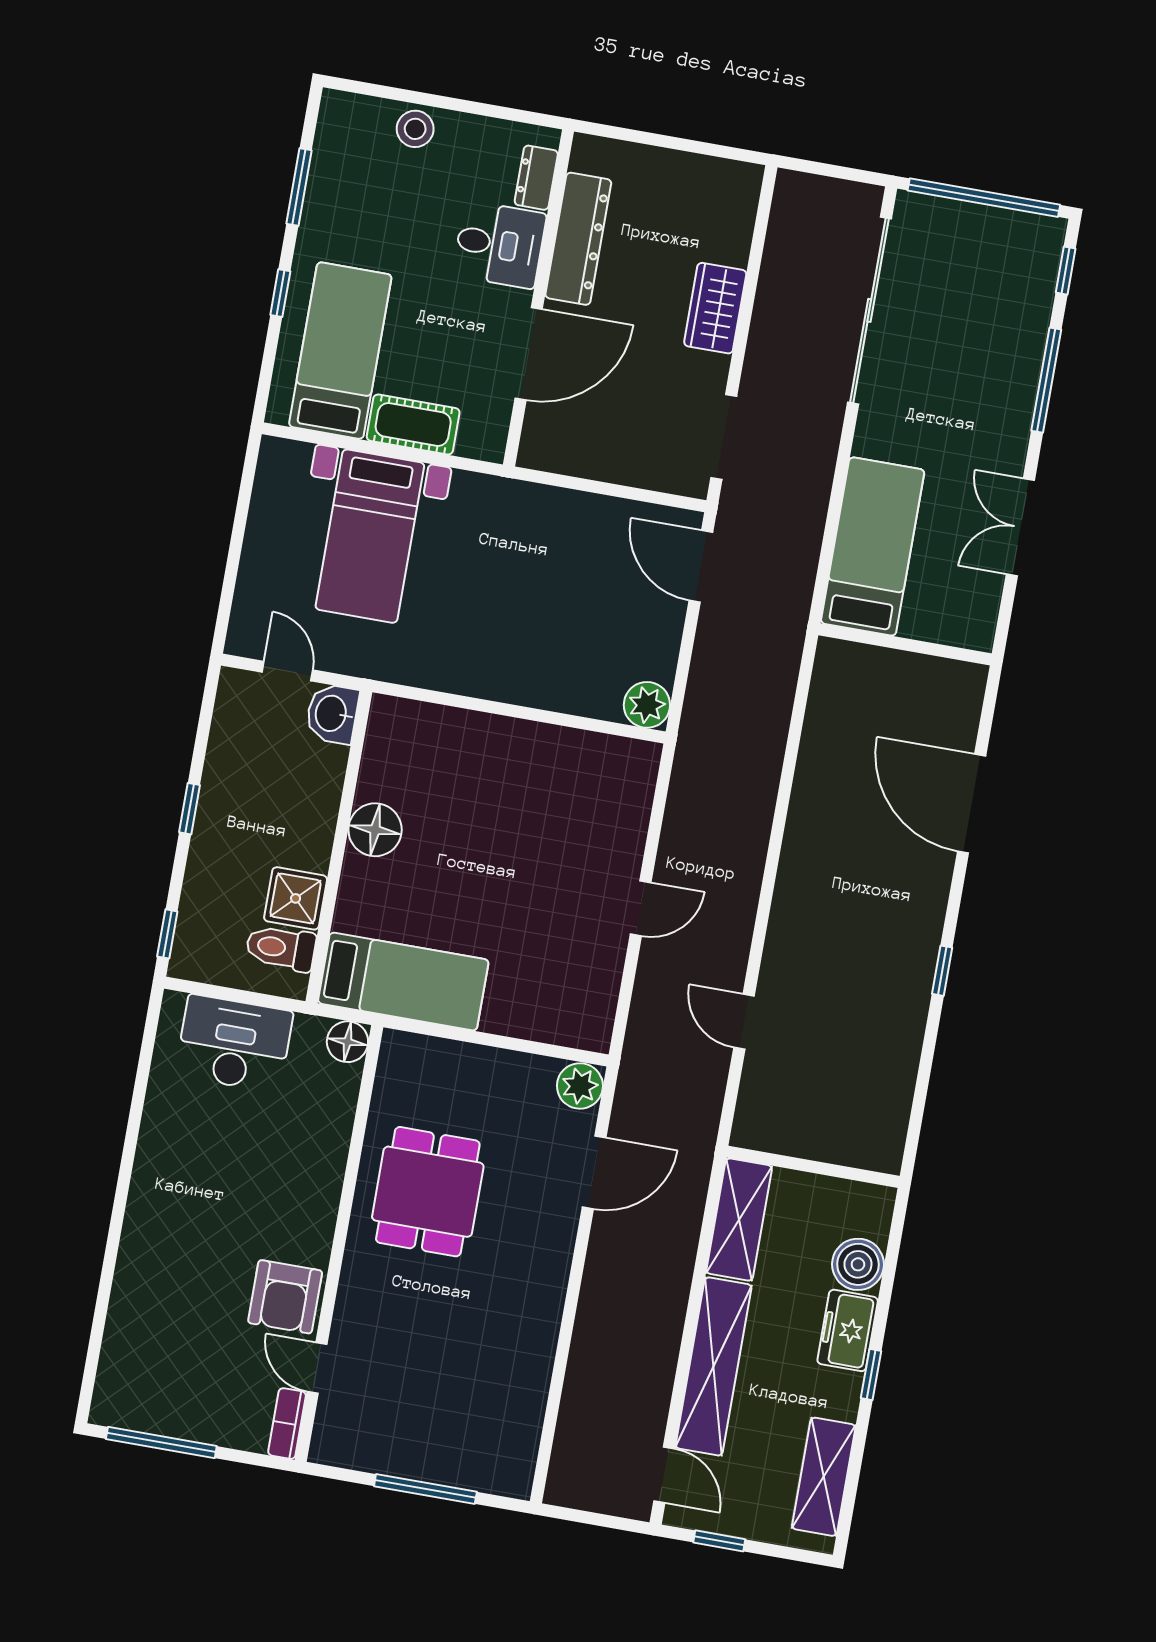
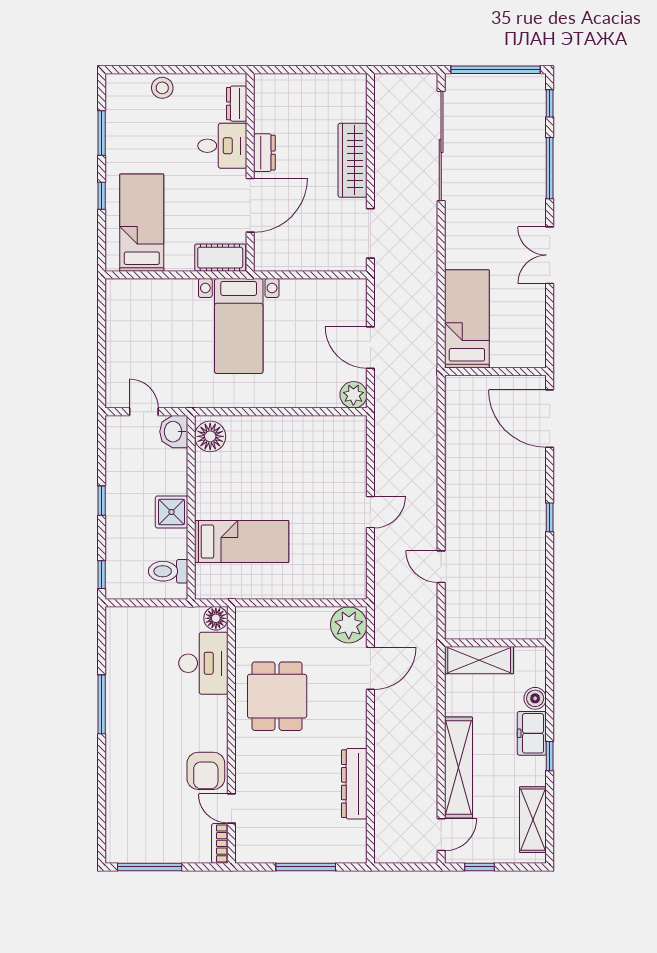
dresser: (578, 239) -> (264, 153), width x0.51, depth x0.80
wardrobe: (715, 308) -> (353, 160), width x1.50
cot: (413, 424) -> (220, 258), moved
bed with nightstands: (370, 536) -> (239, 326), moved
bed: (873, 546) -> (467, 319), moved
door: (701, 566) -> (370, 348), moved
wall: (905, 644) -> (495, 372), moved
floor lamp: (375, 830) -> (210, 436), moved
shower: (296, 898) -> (172, 512), moved
bed: (403, 982) -> (242, 542), moved
desk: (234, 1044) -> (203, 663), moved, turned 90
plant: (580, 1086) -> (349, 625), width x1.36, depth x1.36
window: (129, 1153) -> (102, 704), added
shelving: (739, 1220) -> (479, 660), moved, turned 90
boiler: (858, 1264) -> (535, 698), width x0.73, depth x0.73
dresser: (532, 1363) -> (354, 784), added
door: (664, 1475) -> (441, 835), hinge flipped

